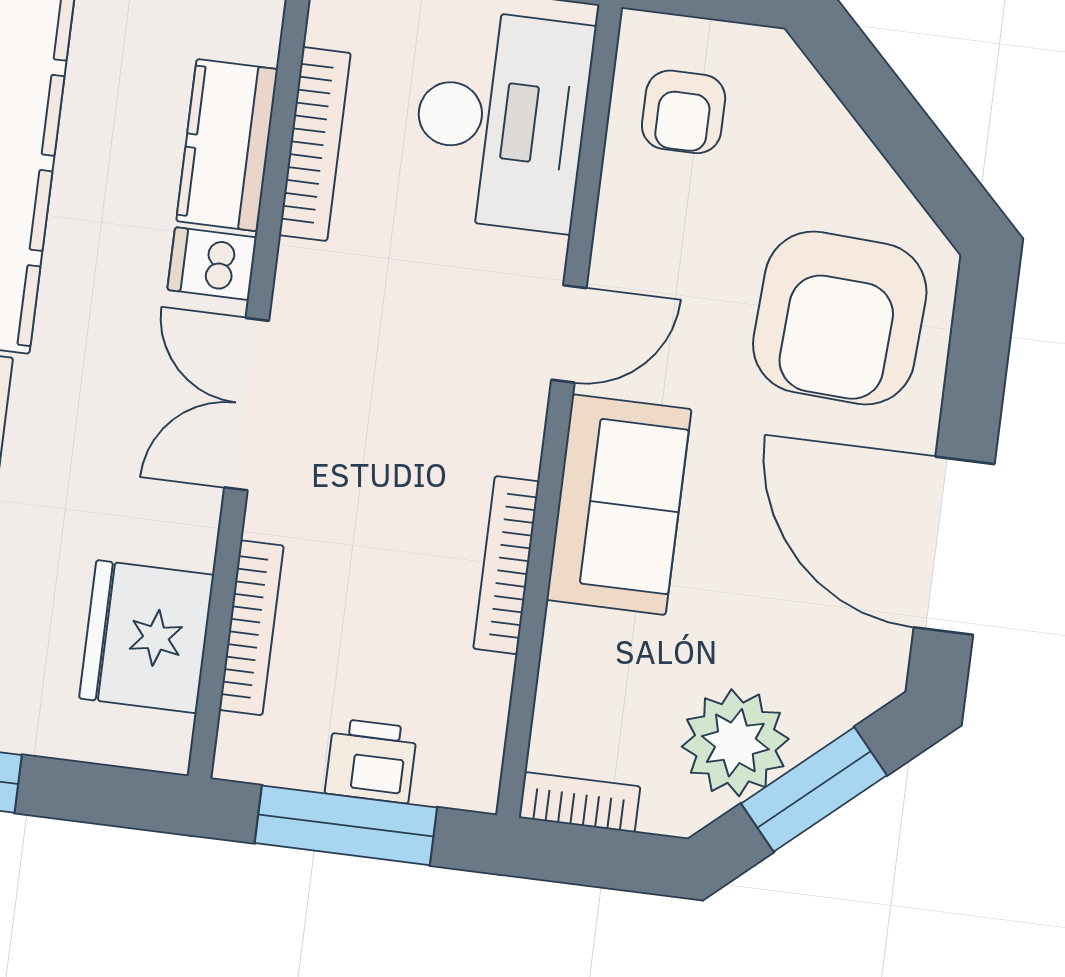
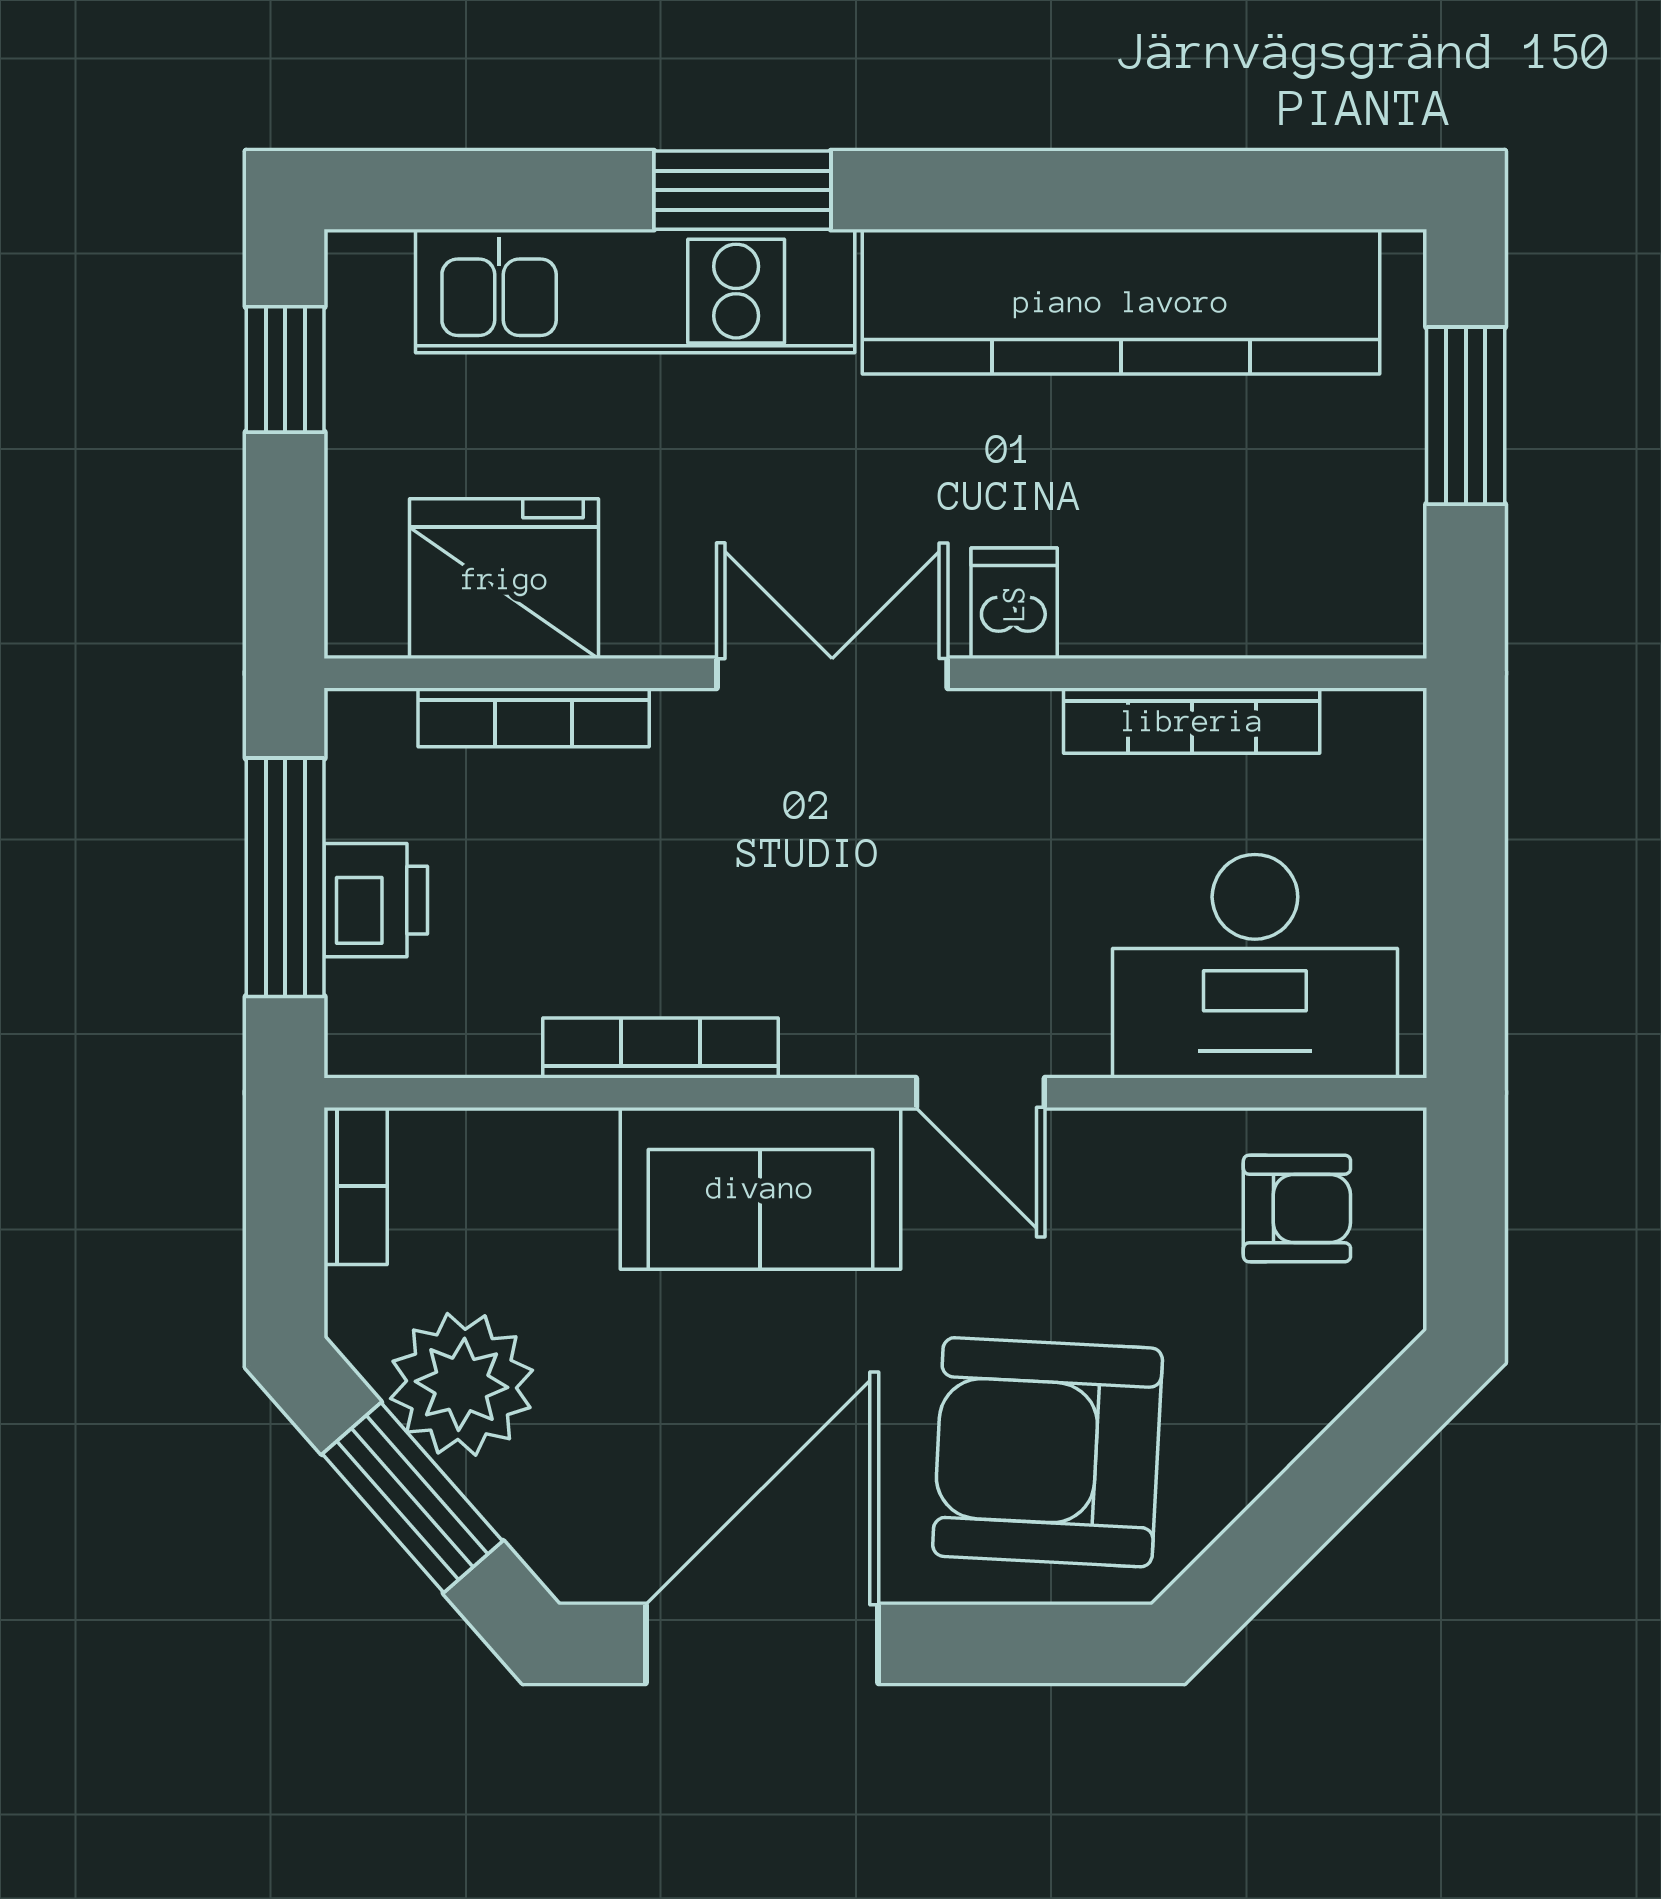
armchair: (684, 112) -> (1297, 1208), turned 180
kitchen counter: (227, 145) -> (1175, 603), removed

